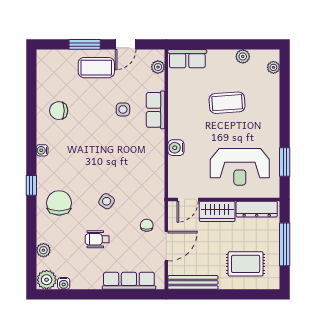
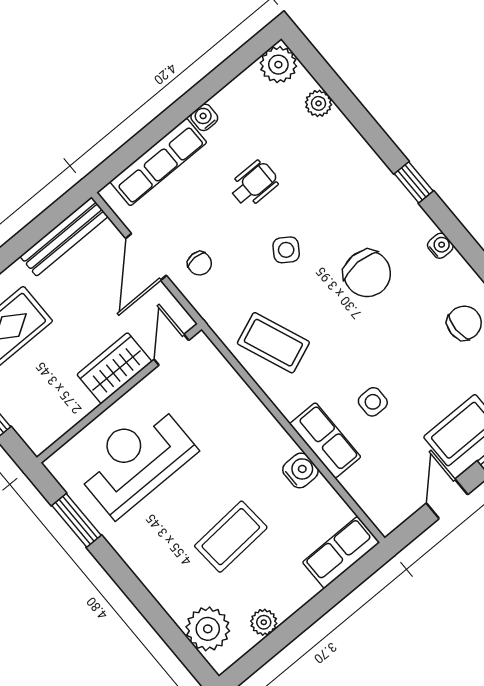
plant: (158, 67) -> (373, 505), removed
plant: (273, 67) -> (208, 629), width x1.88, depth x1.88
water cooler: (176, 148) -> (300, 470), moved
coffee table: (143, 168) -> (273, 343), added
chair: (59, 203) -> (367, 274), moved
dresser: (257, 209) -> (60, 419), removed
water cooler: (64, 283) -> (204, 117), moved

